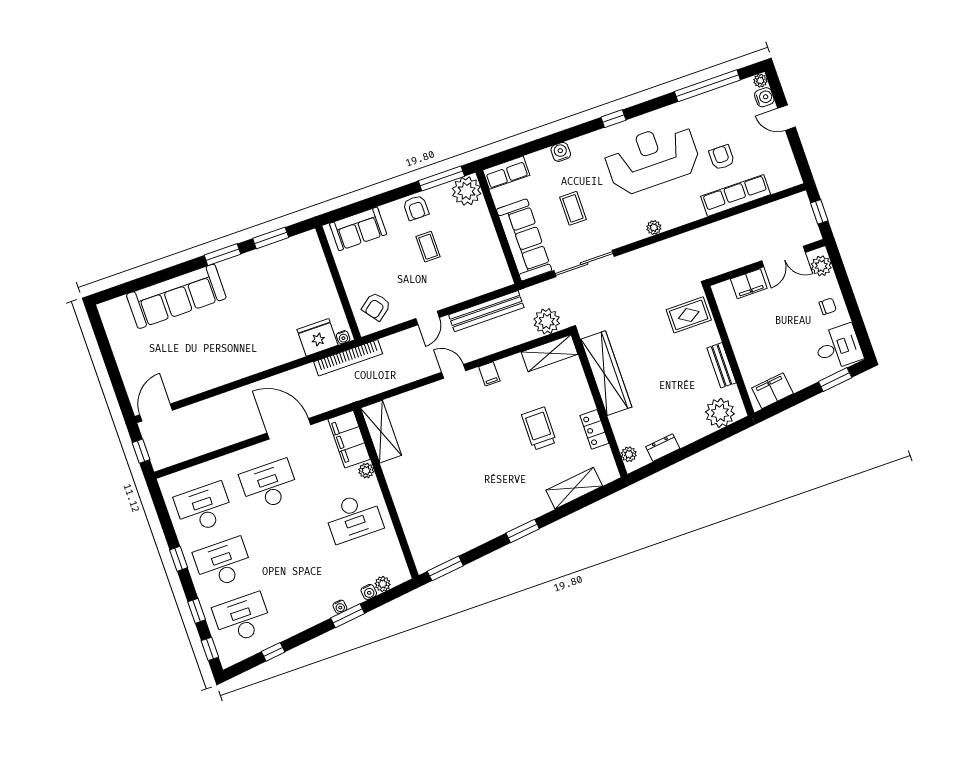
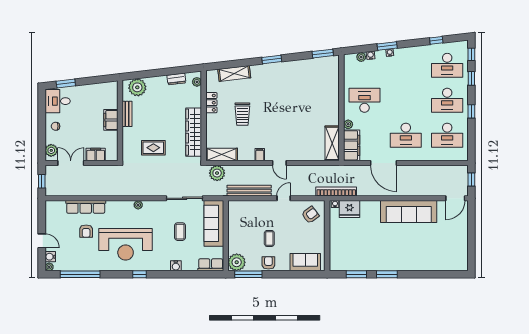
sofa: (176, 296) -> (409, 212), moved, turned 180
rug: (689, 315) -> (153, 148), moved
filing cabinet: (773, 391) -> (111, 120), moved, turned 97

